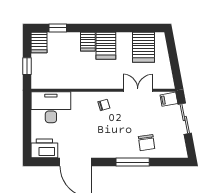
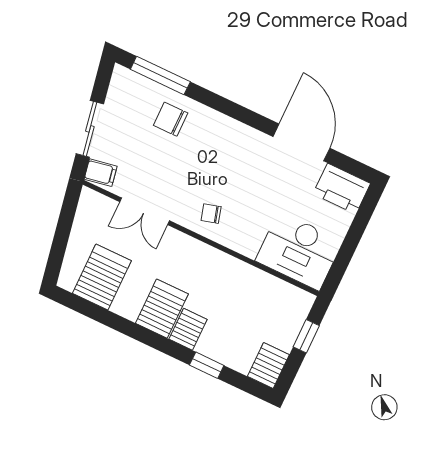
window: (58, 28) -> (207, 365), moved
chair: (147, 143) -> (171, 119), turned -82
window: (133, 162) -> (160, 75), moved

